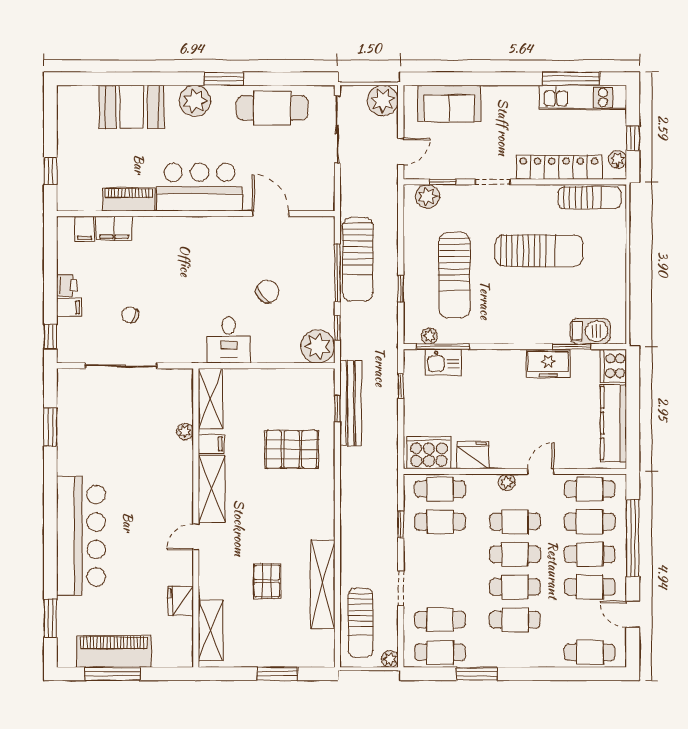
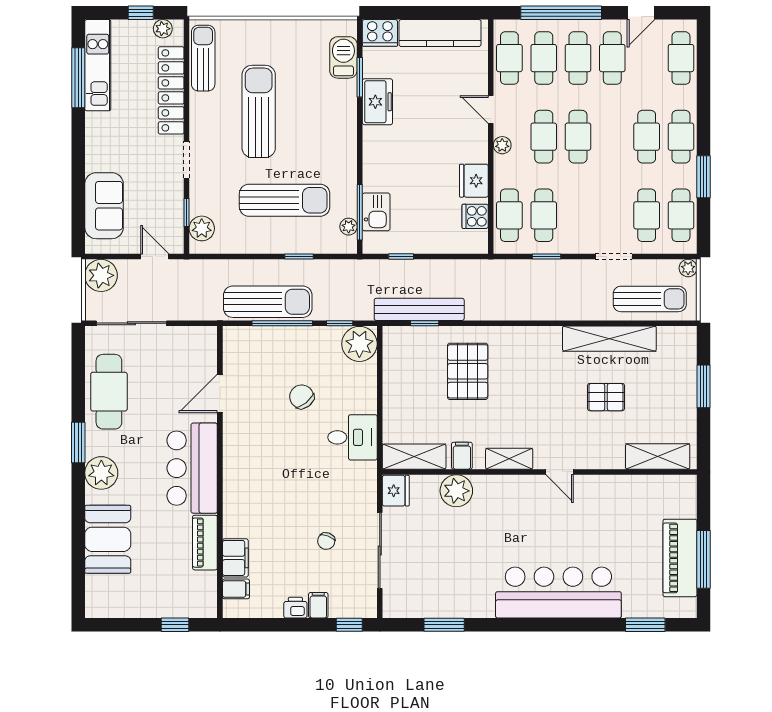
plant: (185, 431) -> (456, 491), width x1.88, depth x1.88
cooker: (429, 453) -> (475, 216), width x0.53, depth x0.76
shelving: (212, 489) -> (509, 459), width x0.67, depth x0.75
cafe table: (515, 587) -> (681, 137), moved
fridge: (181, 601) -> (396, 491), moved, turned -90

